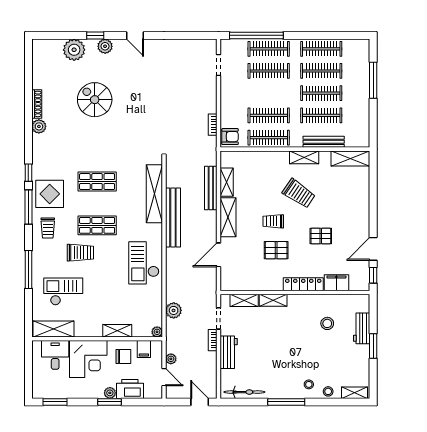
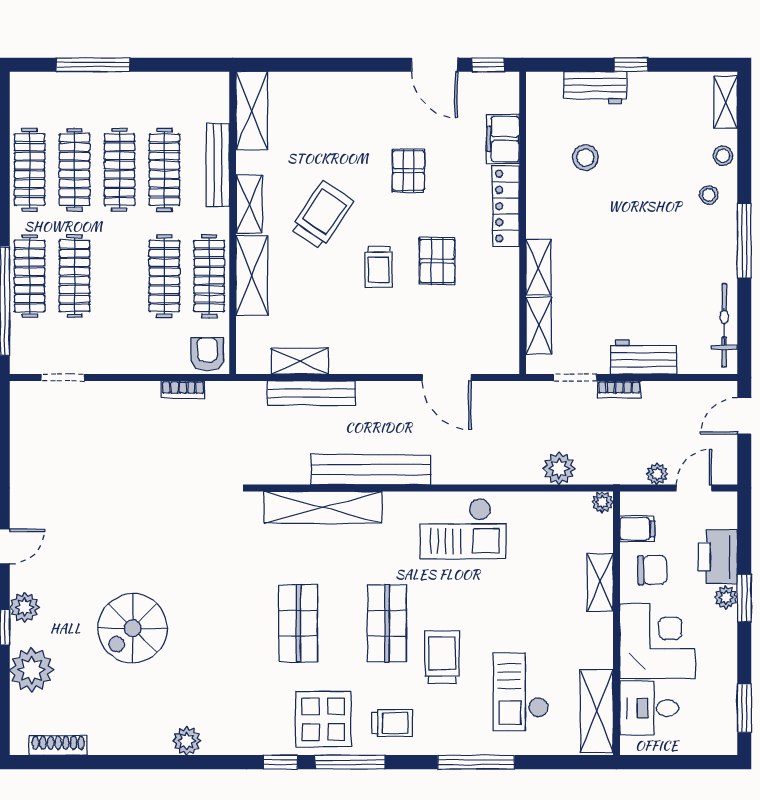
shoe rack: (37, 104) -> (58, 745), moved
shelving: (228, 217) -> (252, 275), moved, turned 90
window: (373, 346) -> (631, 65), width x0.67
chair: (123, 356) -> (652, 570), turned 88

